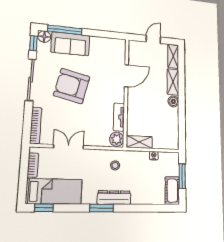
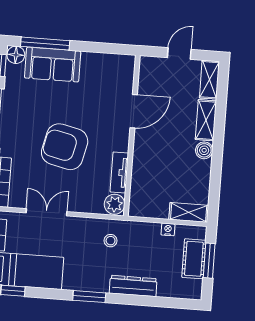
armchair: (72, 86) -> (65, 147), moved
shelving: (139, 142) -> (189, 212), moved
cot: (172, 191) -> (194, 259), moved
dresser: (114, 198) -> (133, 286), moved

